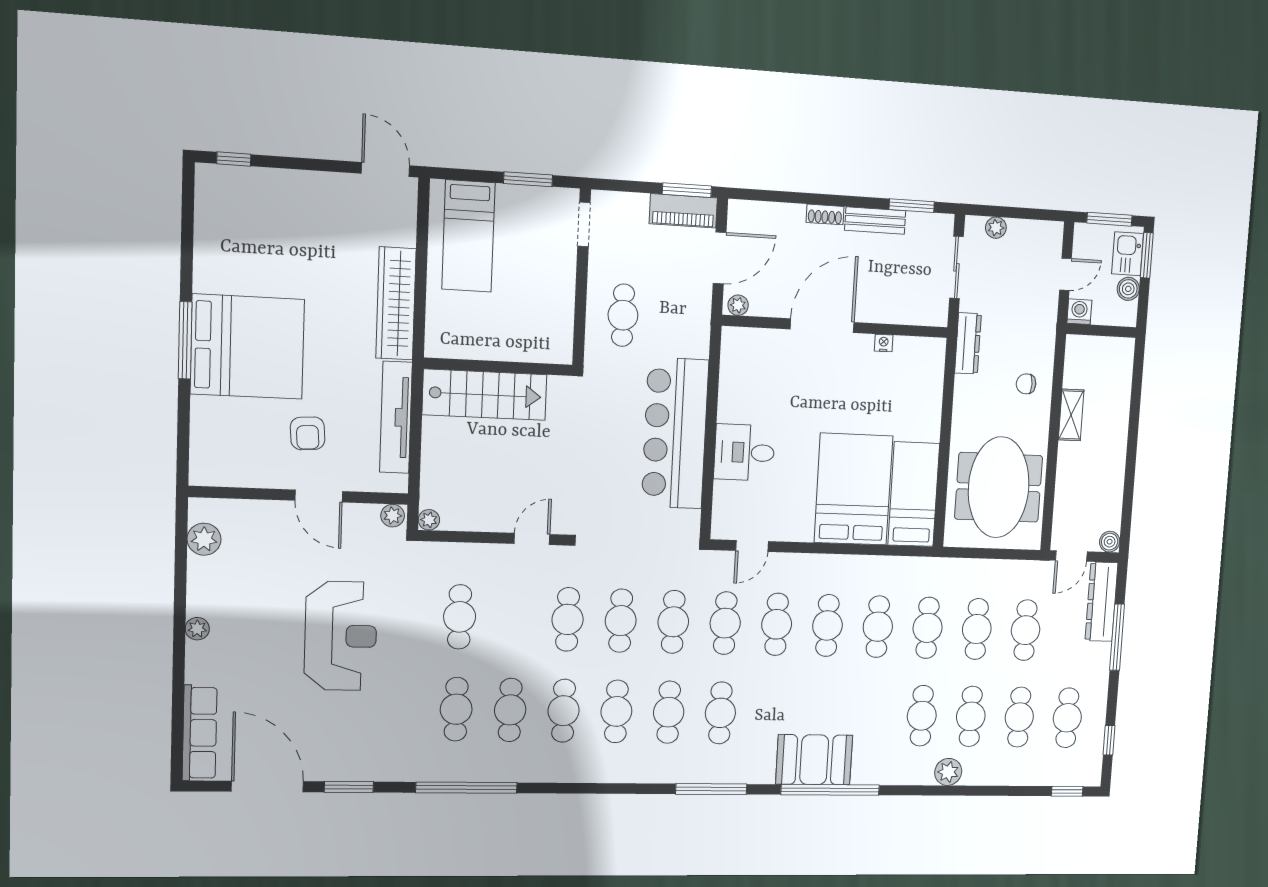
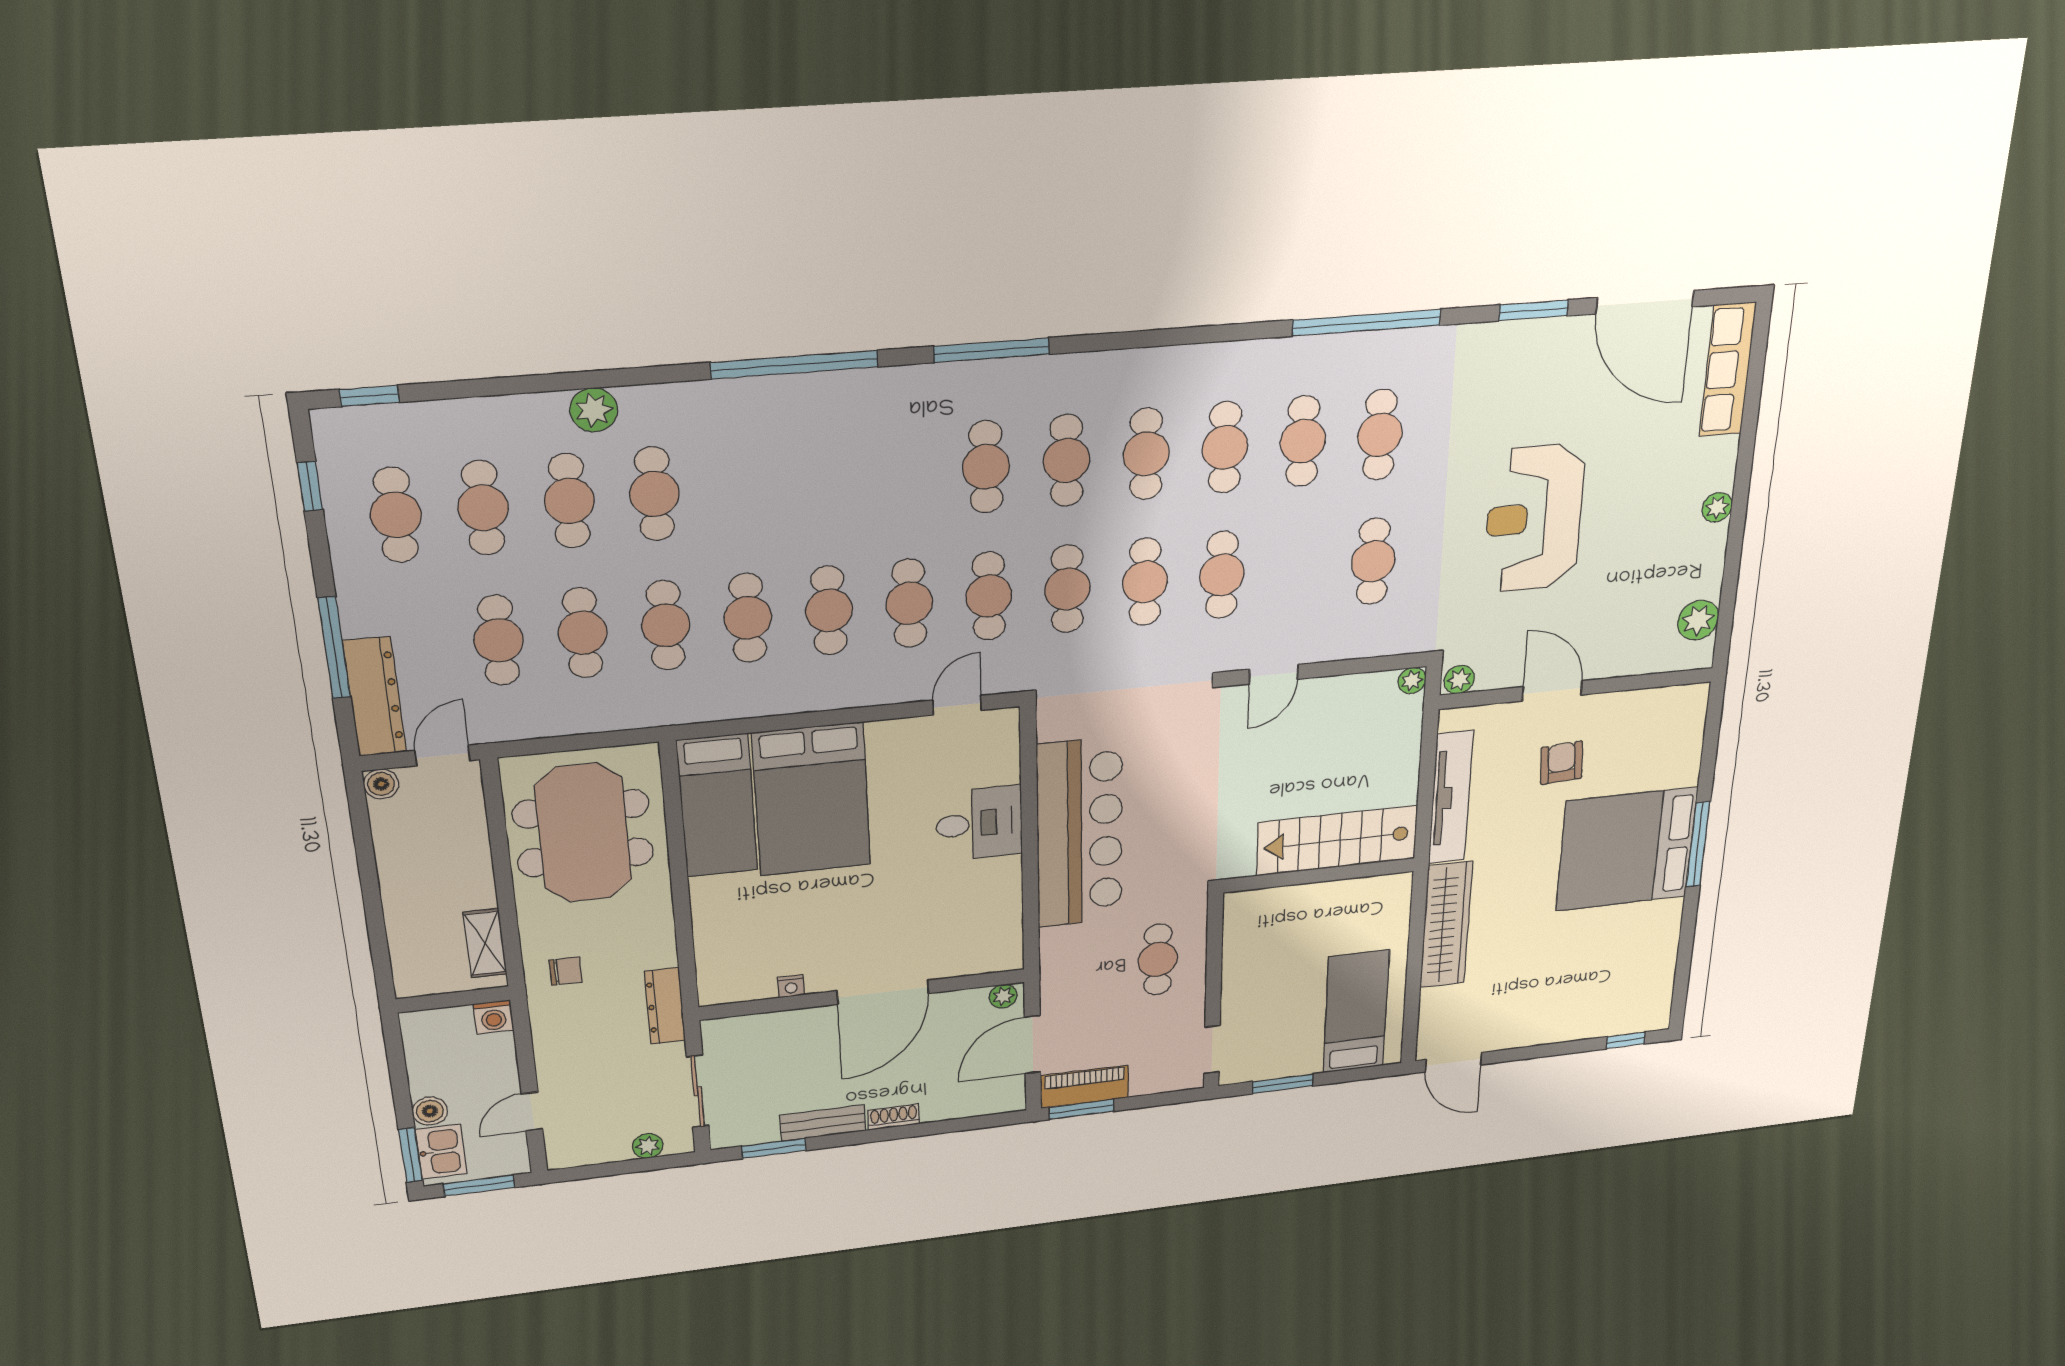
washing machine: (1079, 312) -> (494, 1017), moved
wall: (1101, 331) -> (453, 999), moved
booth: (814, 760) -> (827, 410), removed

